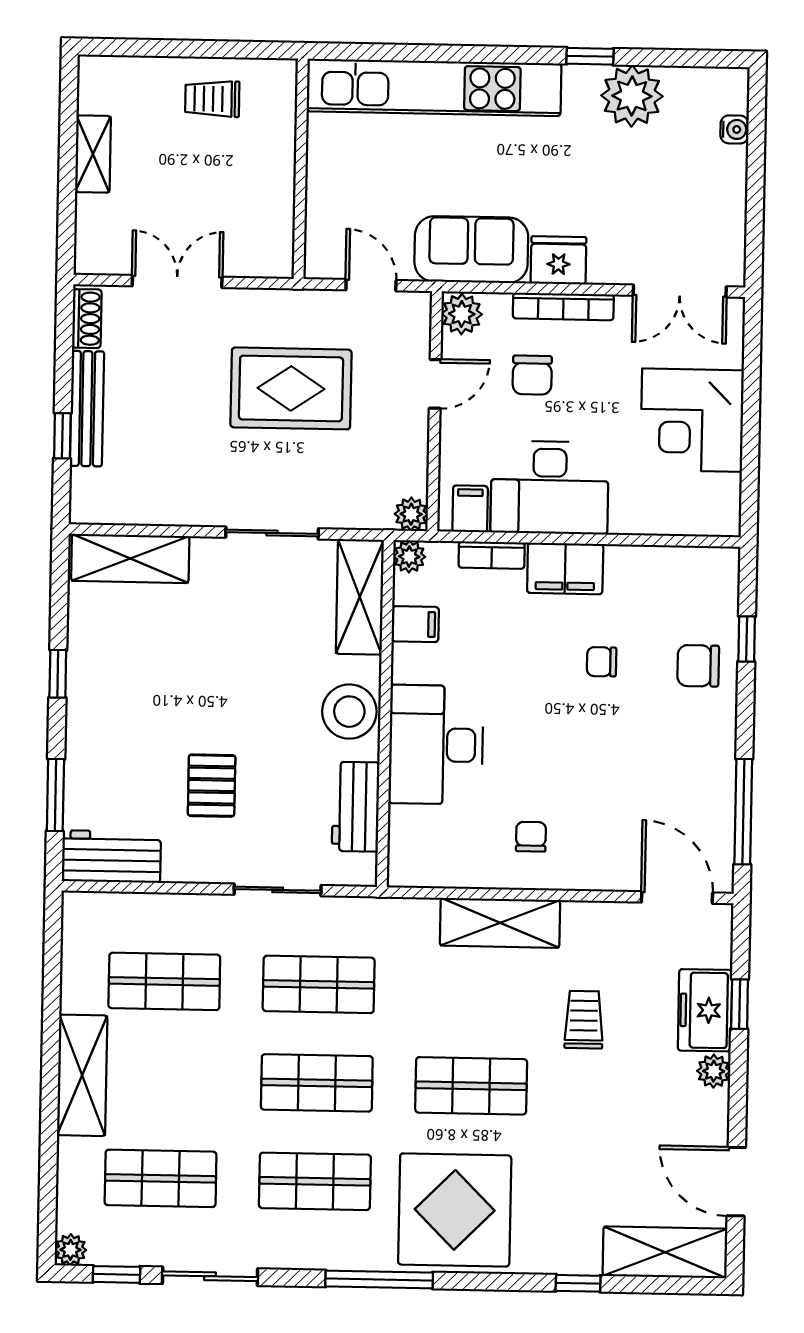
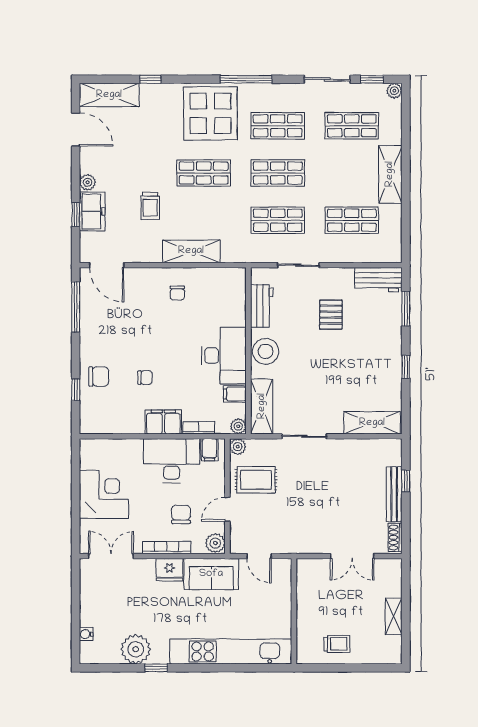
rug: (291, 388) -> (256, 480), moved, width x0.73, depth x0.70
desk: (436, 745) -> (224, 356), moved

